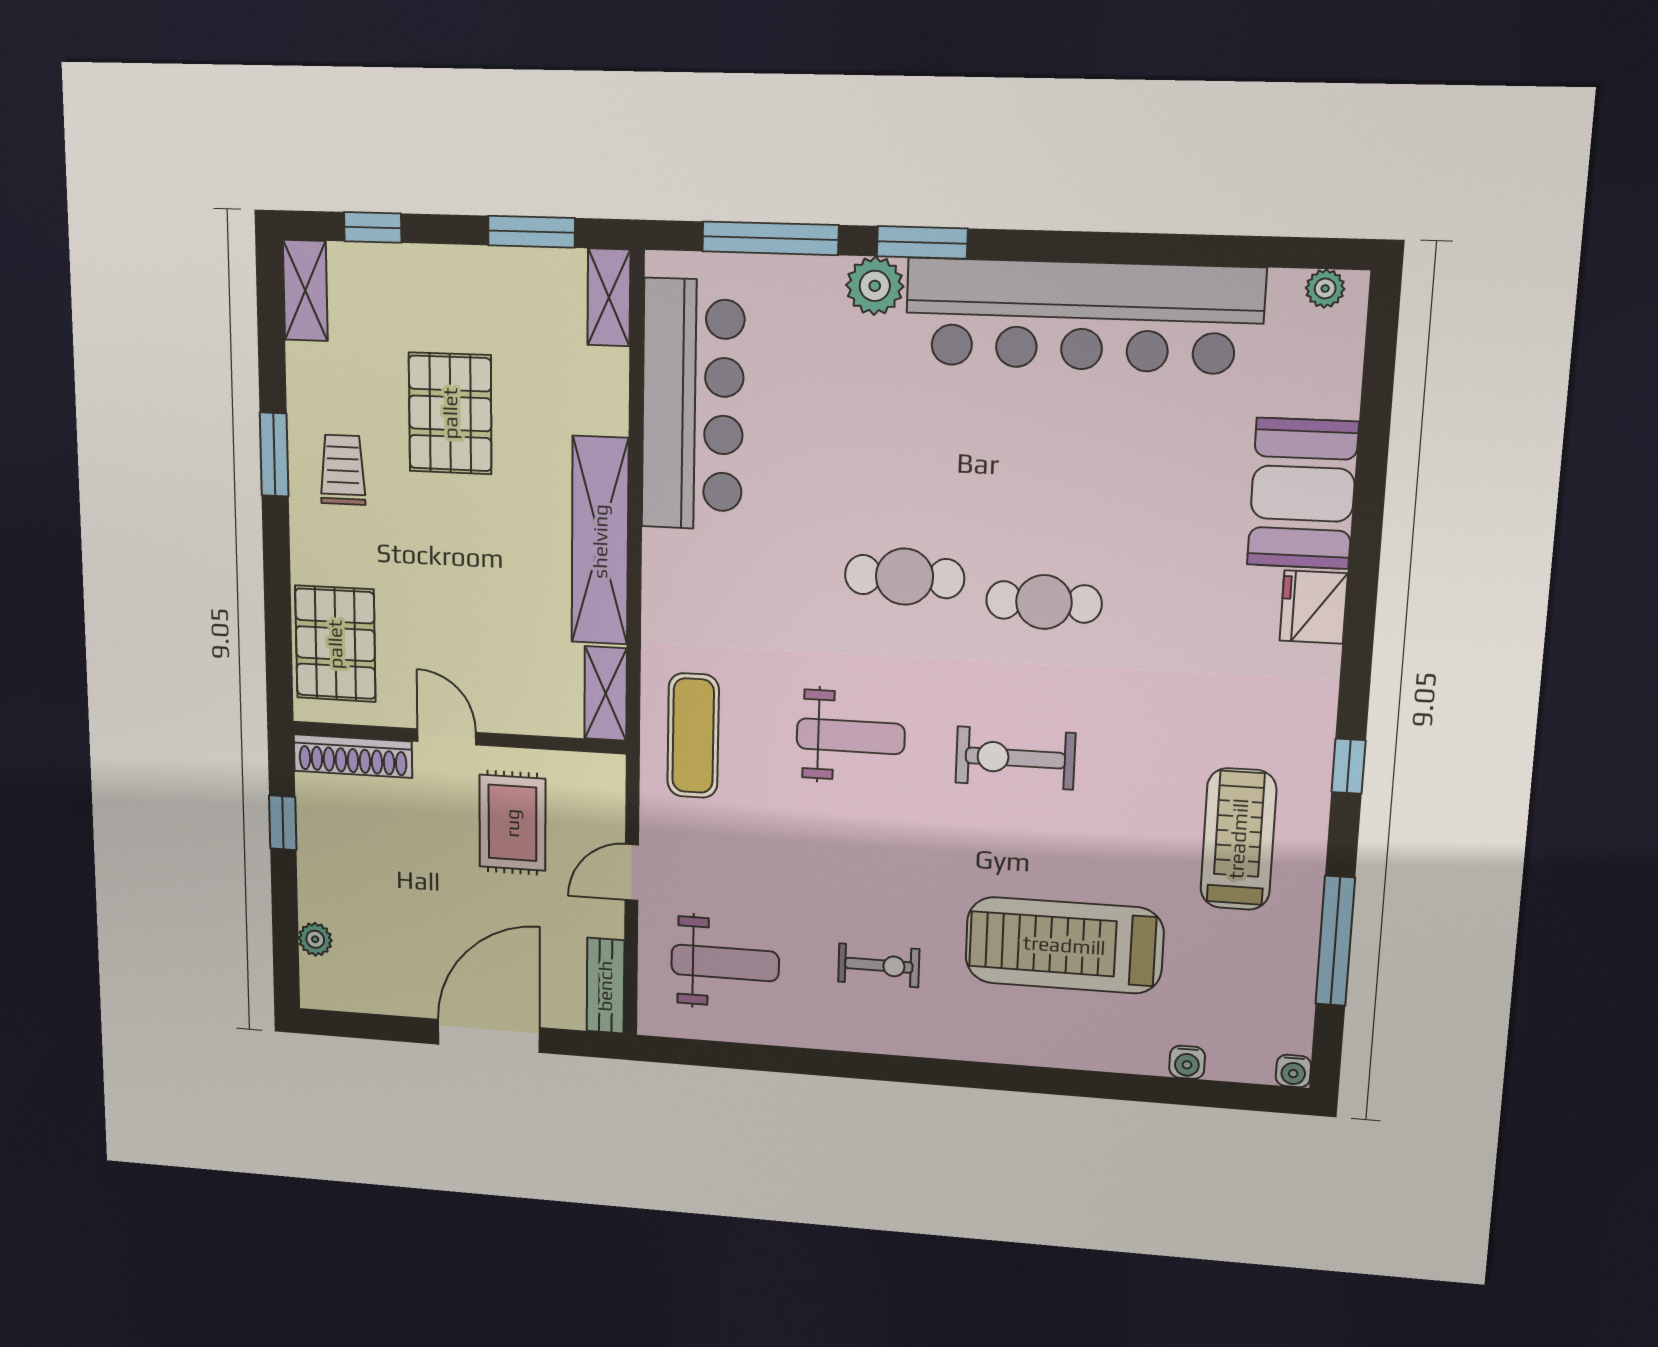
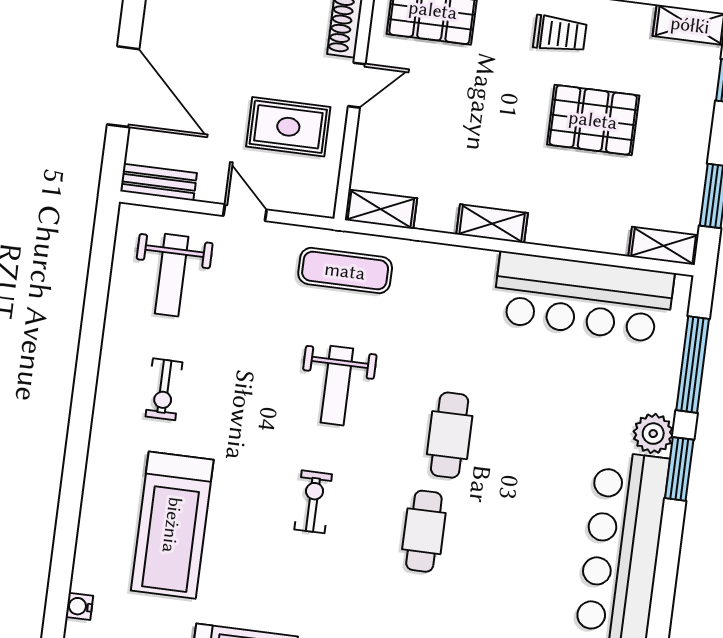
shelving: (600, 541) -> (492, 224), width x0.45, depth x0.75
exercise bike: (1015, 758) -> (313, 502), width x0.73, depth x0.72
treadmill: (1064, 945) -> (172, 525), turned 180

